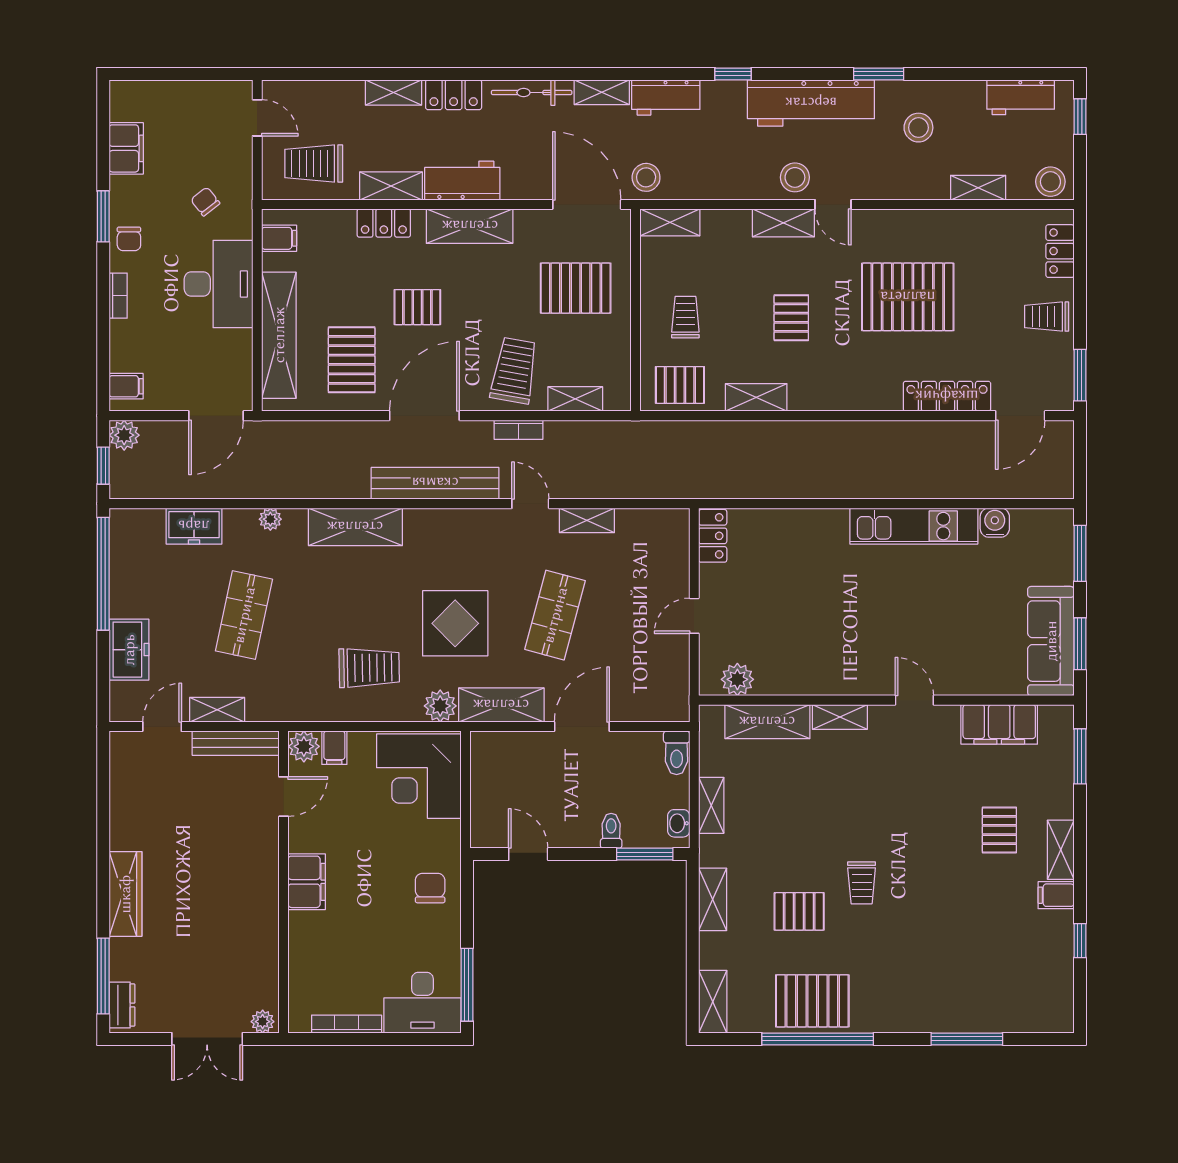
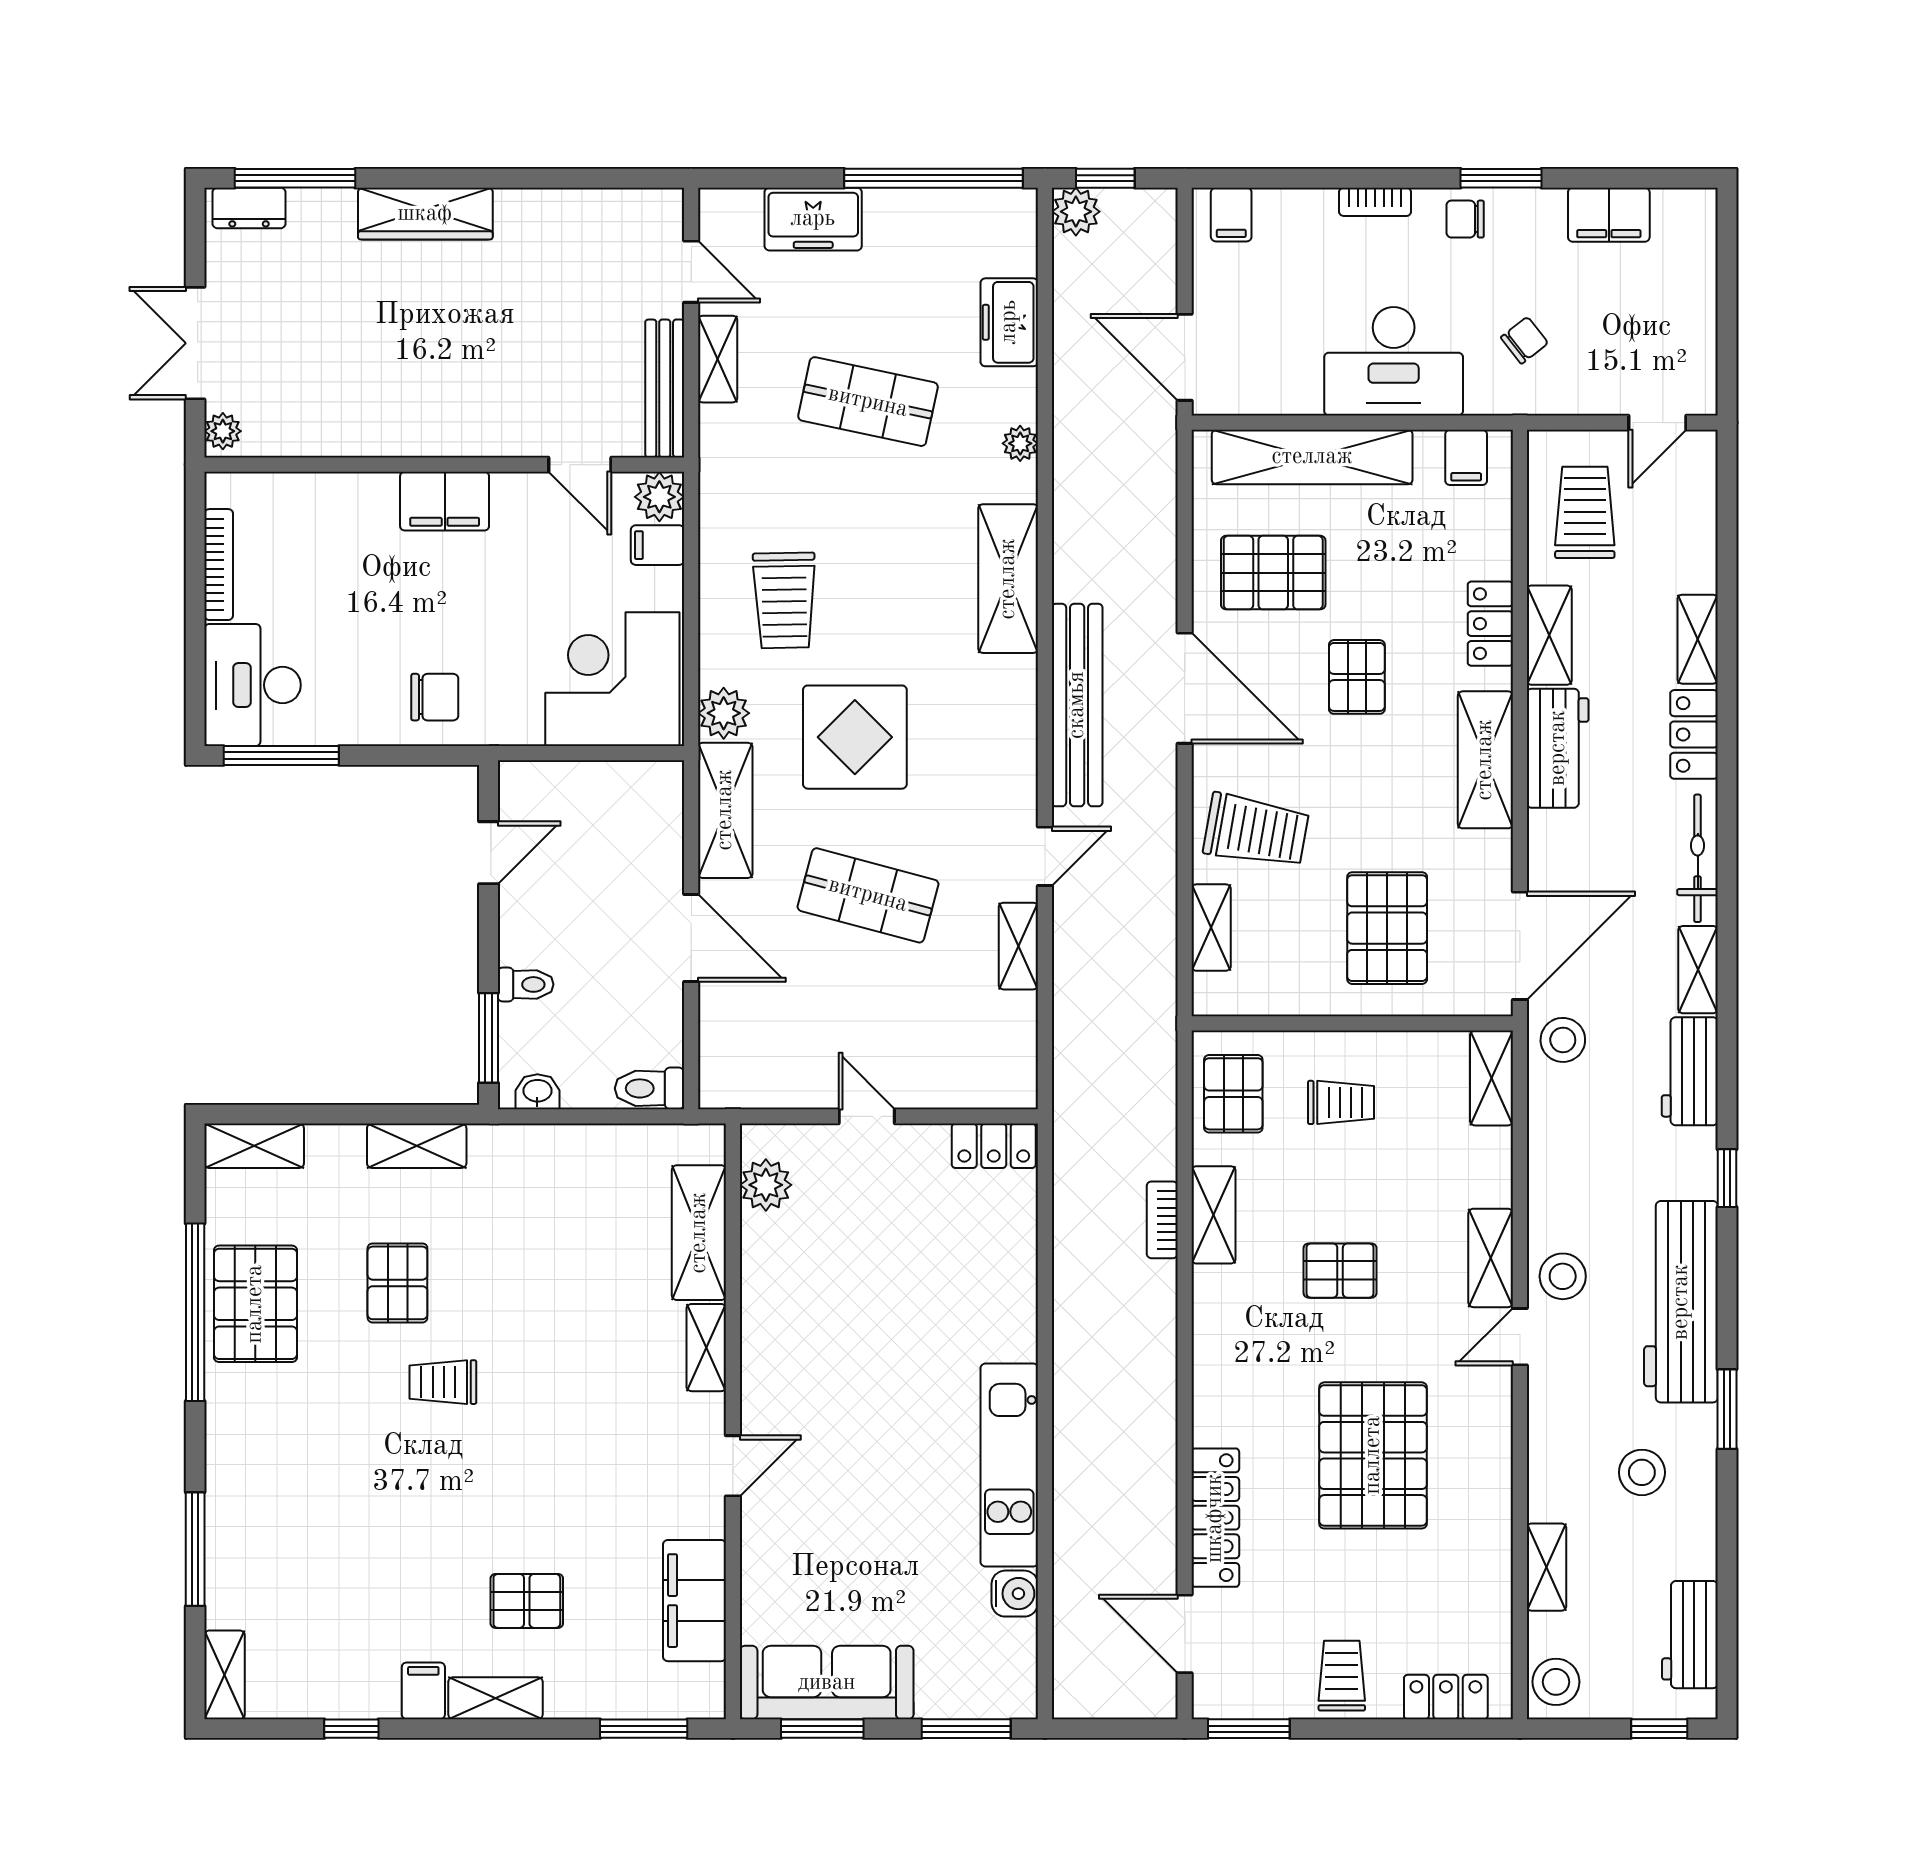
bookcase: (518, 430) -> (1162, 1220), moved
plant: (124, 435) -> (1076, 212), moved
shelving: (711, 805) -> (225, 1675), moved, turned 90

